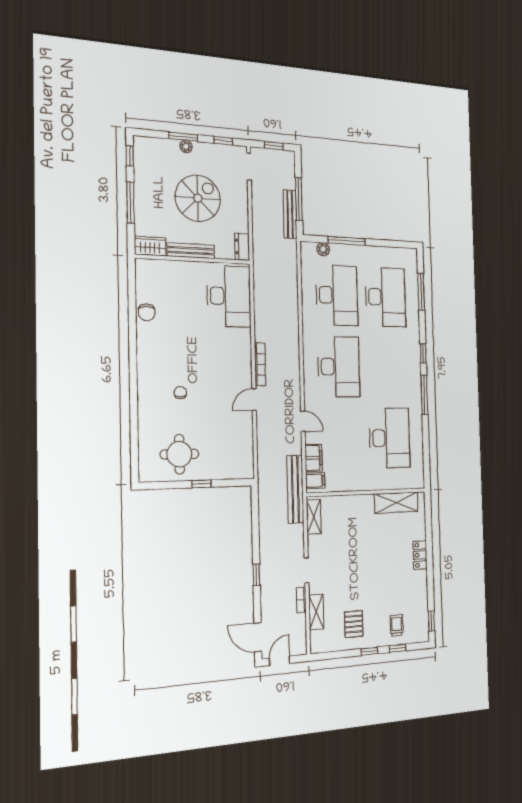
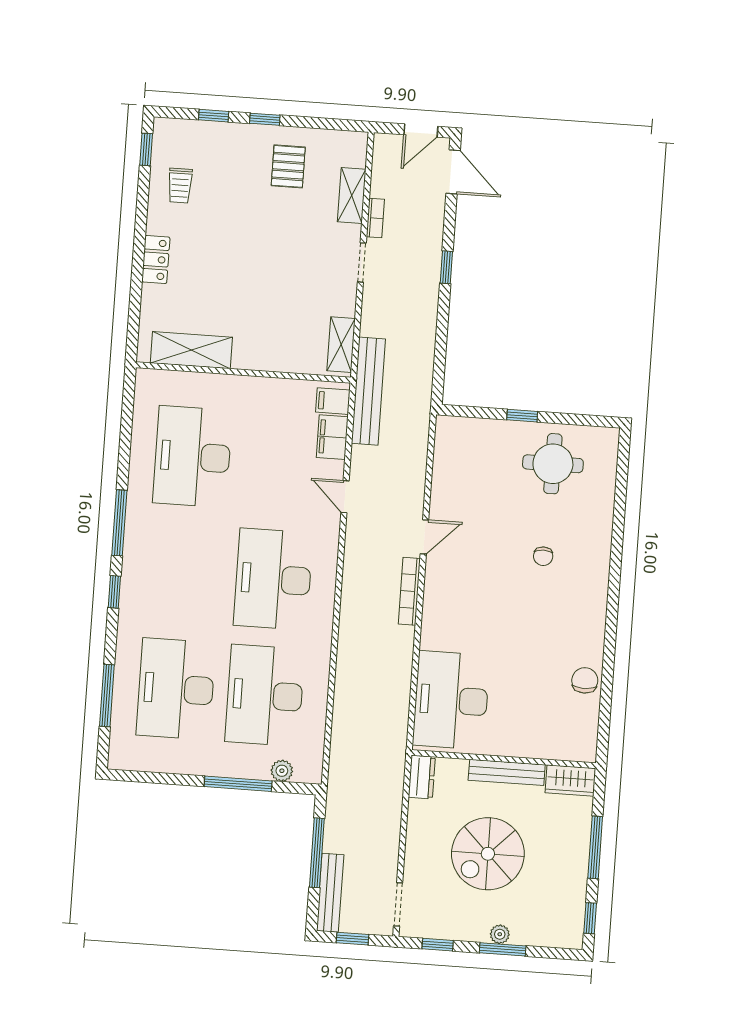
bench: (290, 214) -> (330, 893), moved
trolley: (397, 625) -> (180, 186), moved

